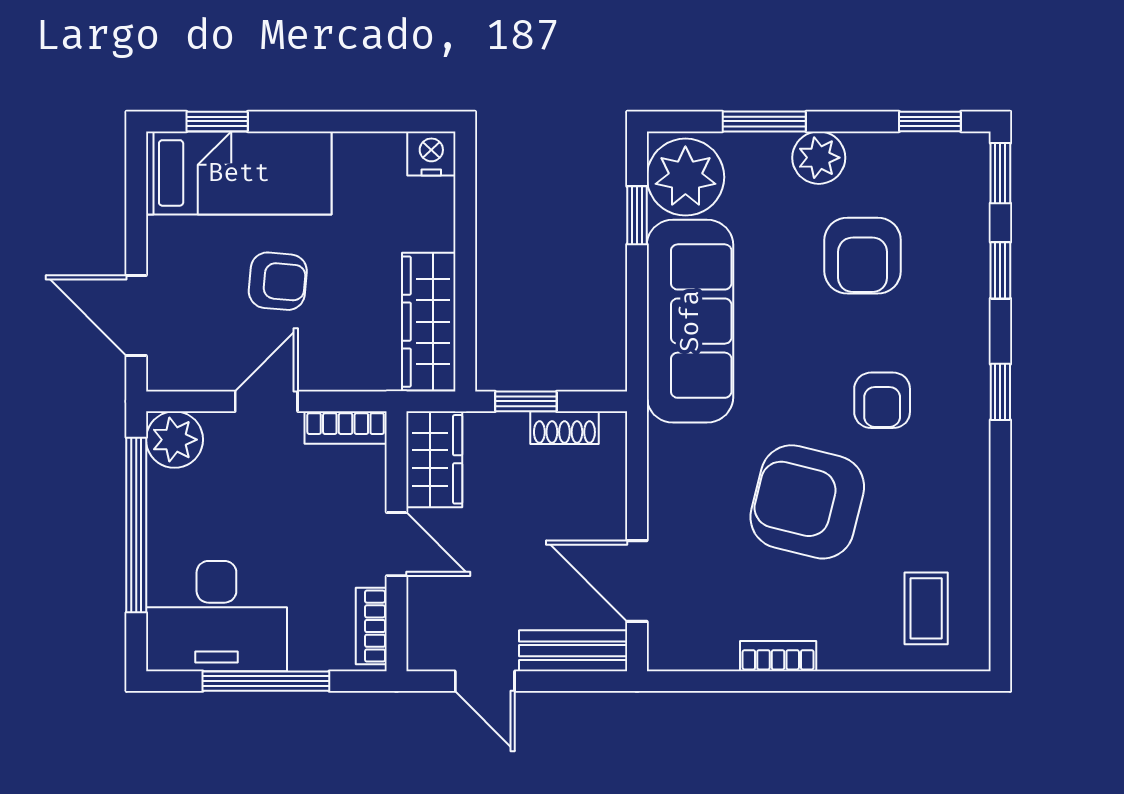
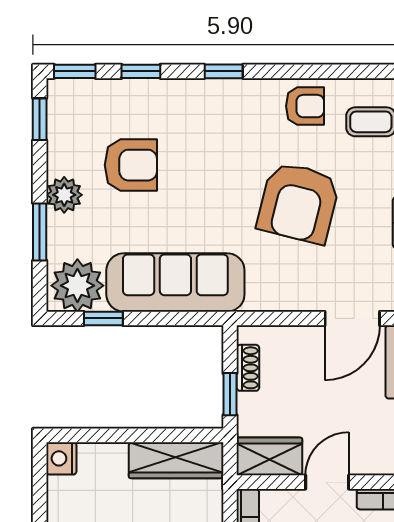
armchair: (882, 400) -> (305, 106), moved

